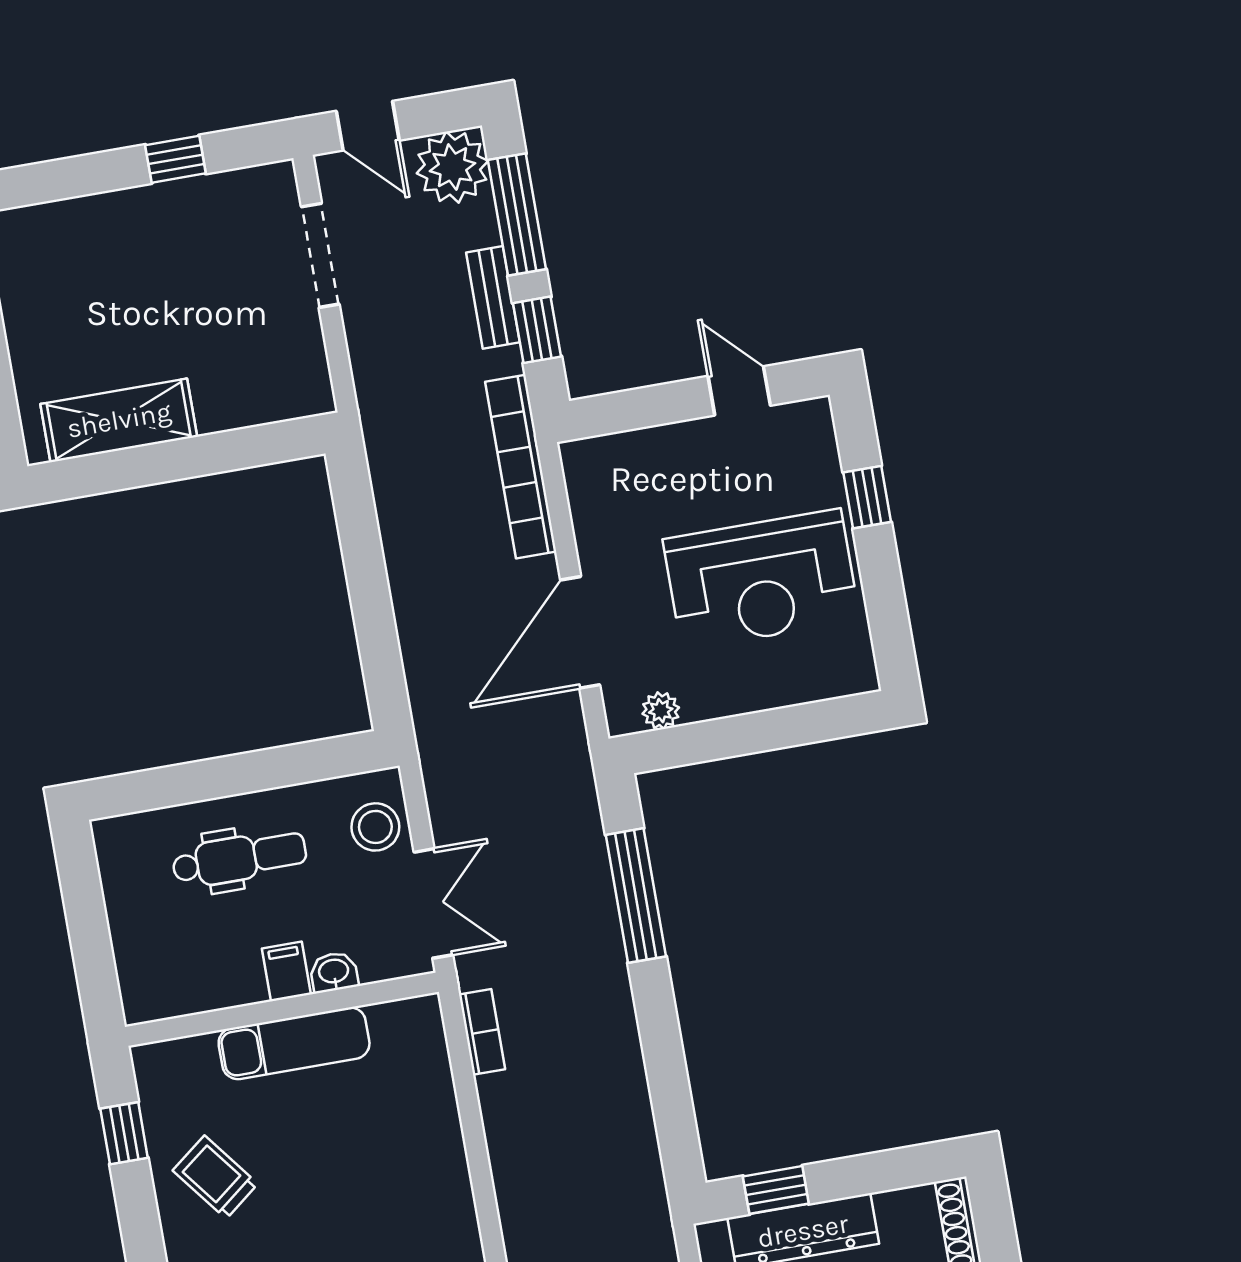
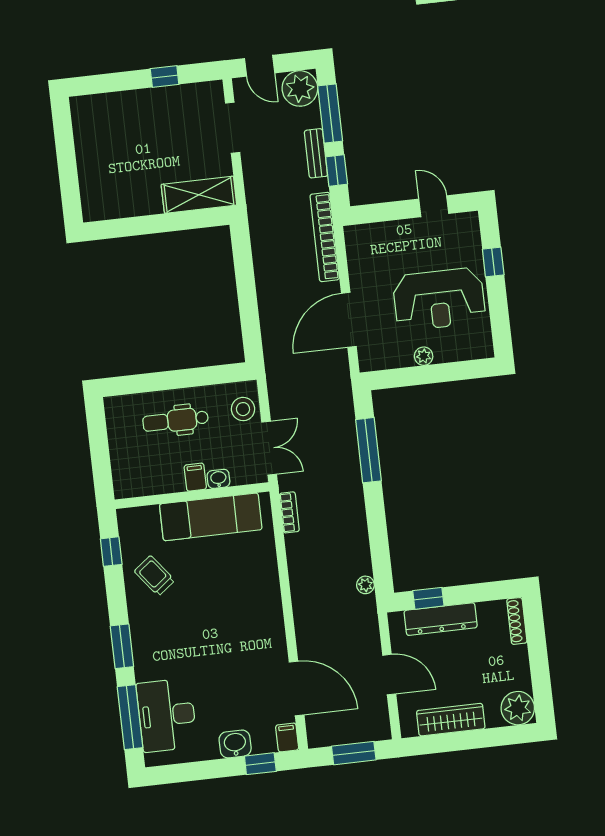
shelving: (119, 420) -> (199, 195), moved
plant: (661, 711) -> (424, 356), moved
dental chair: (239, 858) -> (176, 420), turned 180
exam couch: (294, 1043) -> (211, 517), width x1.36, depth x1.45
plant: (646, 1170) -> (365, 585), added

